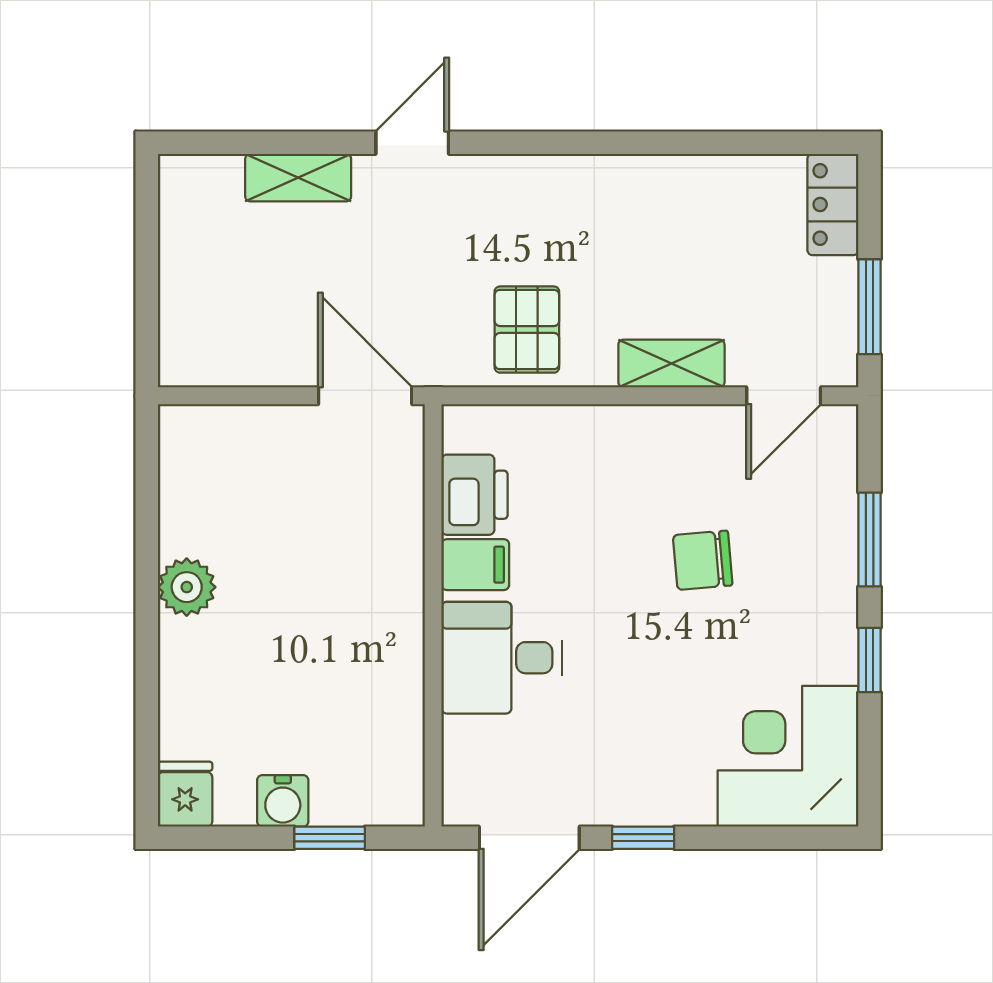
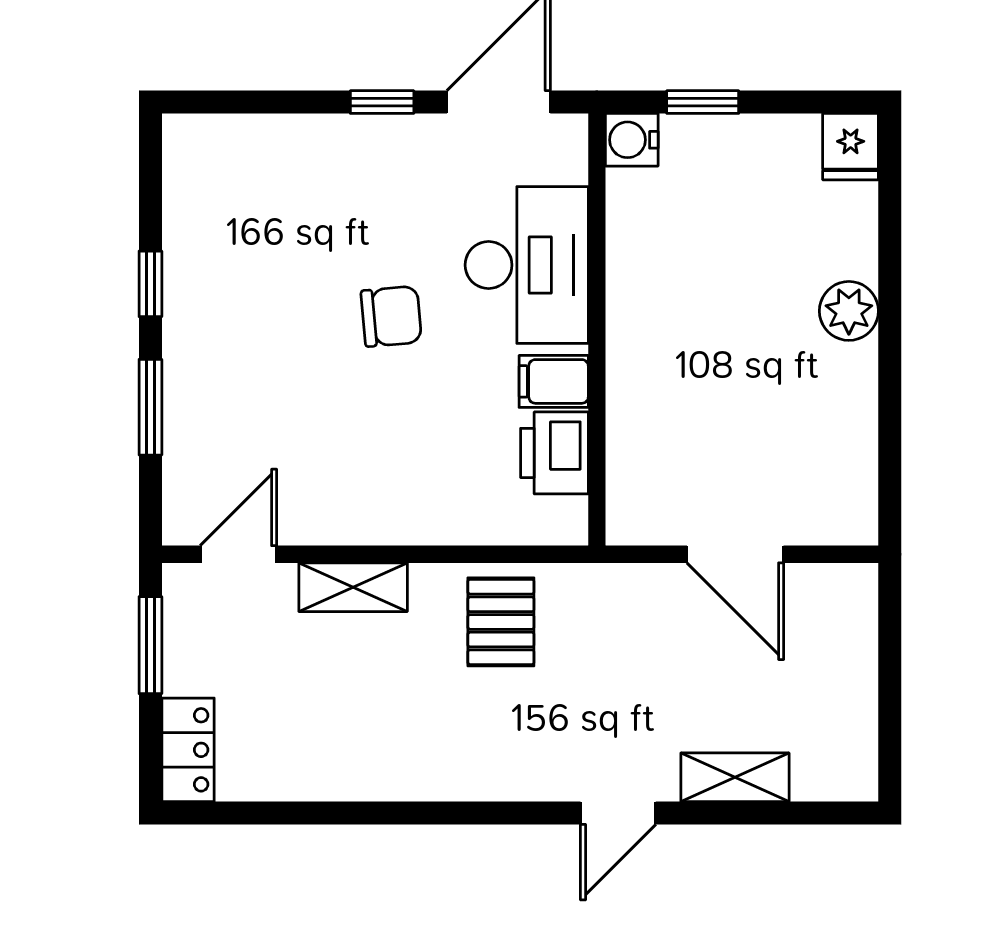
door: (365, 396) -> (735, 554), moved
chair: (703, 560) -> (391, 316), moved
plant: (187, 587) -> (849, 311), moved
desk: (502, 658) -> (527, 265), width x1.37
corner desk: (788, 756) -> (234, 186), removed
water cooler: (283, 801) -> (632, 140), moved, turned -90

